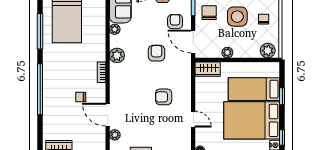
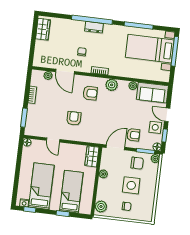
armchair: (156, 53) -> (90, 93), moved
dresser: (49, 86) -> (94, 27), added
door: (108, 115) -> (65, 72), swing flipped
door: (193, 119) -> (53, 140), hinge flipped
bed: (252, 120) -> (41, 186), width x0.67

